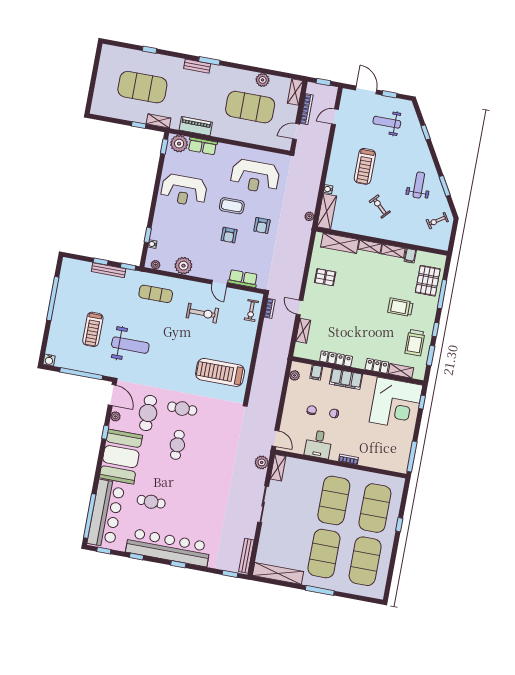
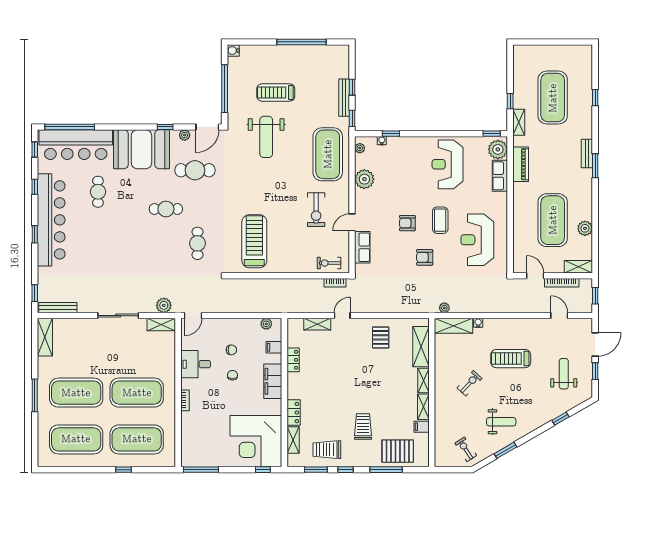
exercise mat: (156, 294) -> (328, 154), width x2.00, depth x1.45
locker: (336, 359) -> (293, 360), width x0.66
cafe table: (182, 409) -> (197, 243), moved
shelving: (278, 573) -> (45, 337), width x0.68

